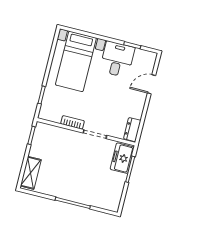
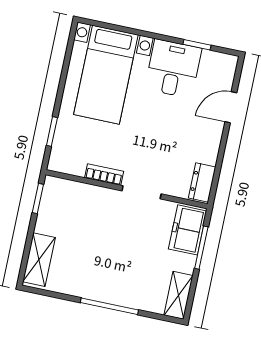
shelving: (115, 198) -> (178, 295), added

